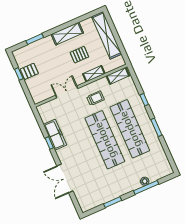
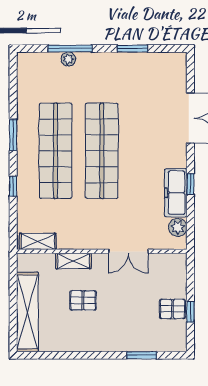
shelving: (67, 34) -> (87, 342), removed
trolley: (95, 98) -> (88, 222), removed
plant: (46, 117) -> (178, 227), added

